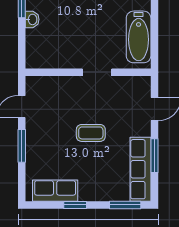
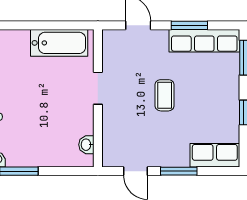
washbasin: (32, 19) -> (86, 145), moved, turned -90
row of seats: (55, 191) -> (215, 155), moved, turned 90

